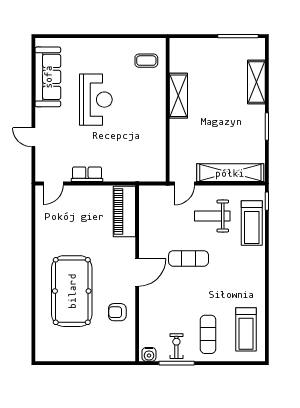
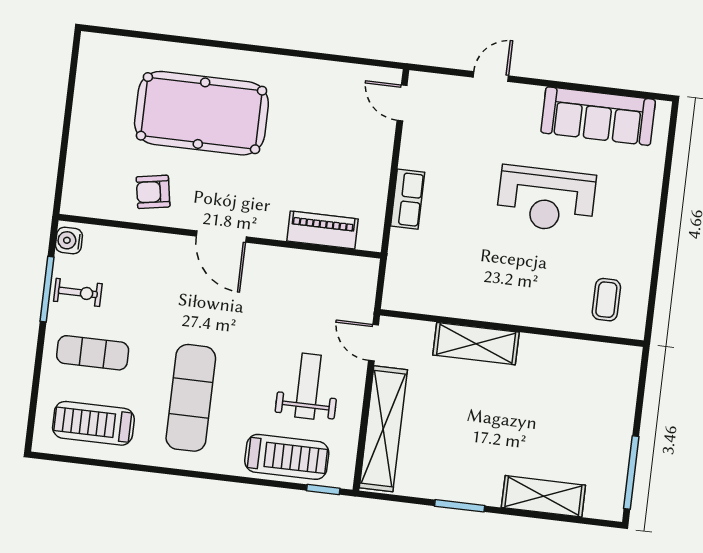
shelving: (178, 96) -> (476, 344), moved
row of seats: (87, 174) -> (408, 199), moved
piano: (124, 211) -> (322, 230), width x0.73, depth x0.75
treadmill: (252, 223) -> (287, 457), turned 180
exercise mat: (189, 258) -> (191, 398), moved, width x1.36, depth x1.45
armchair: (117, 312) -> (153, 192), turned -100

